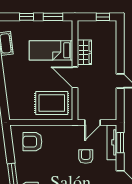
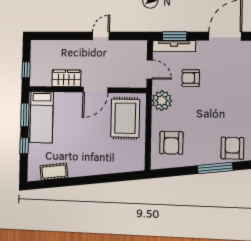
window: (103, 17) -> (26, 70), moved
bed: (51, 50) -> (42, 117), moved
plant: (67, 133) -> (162, 101), added

